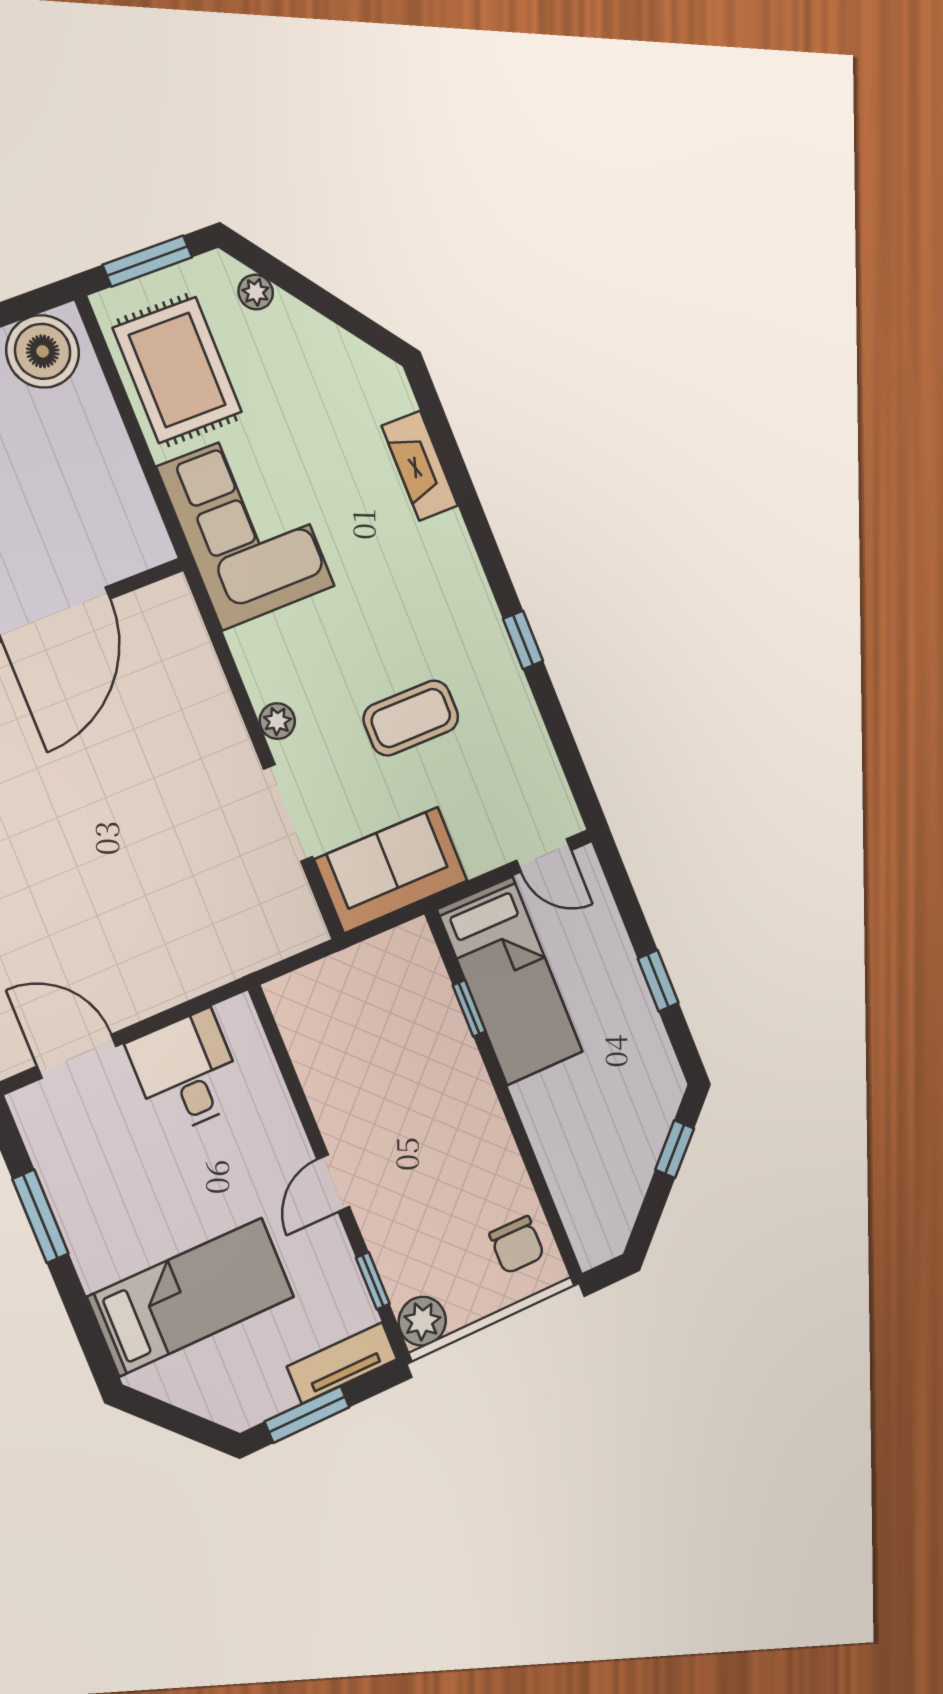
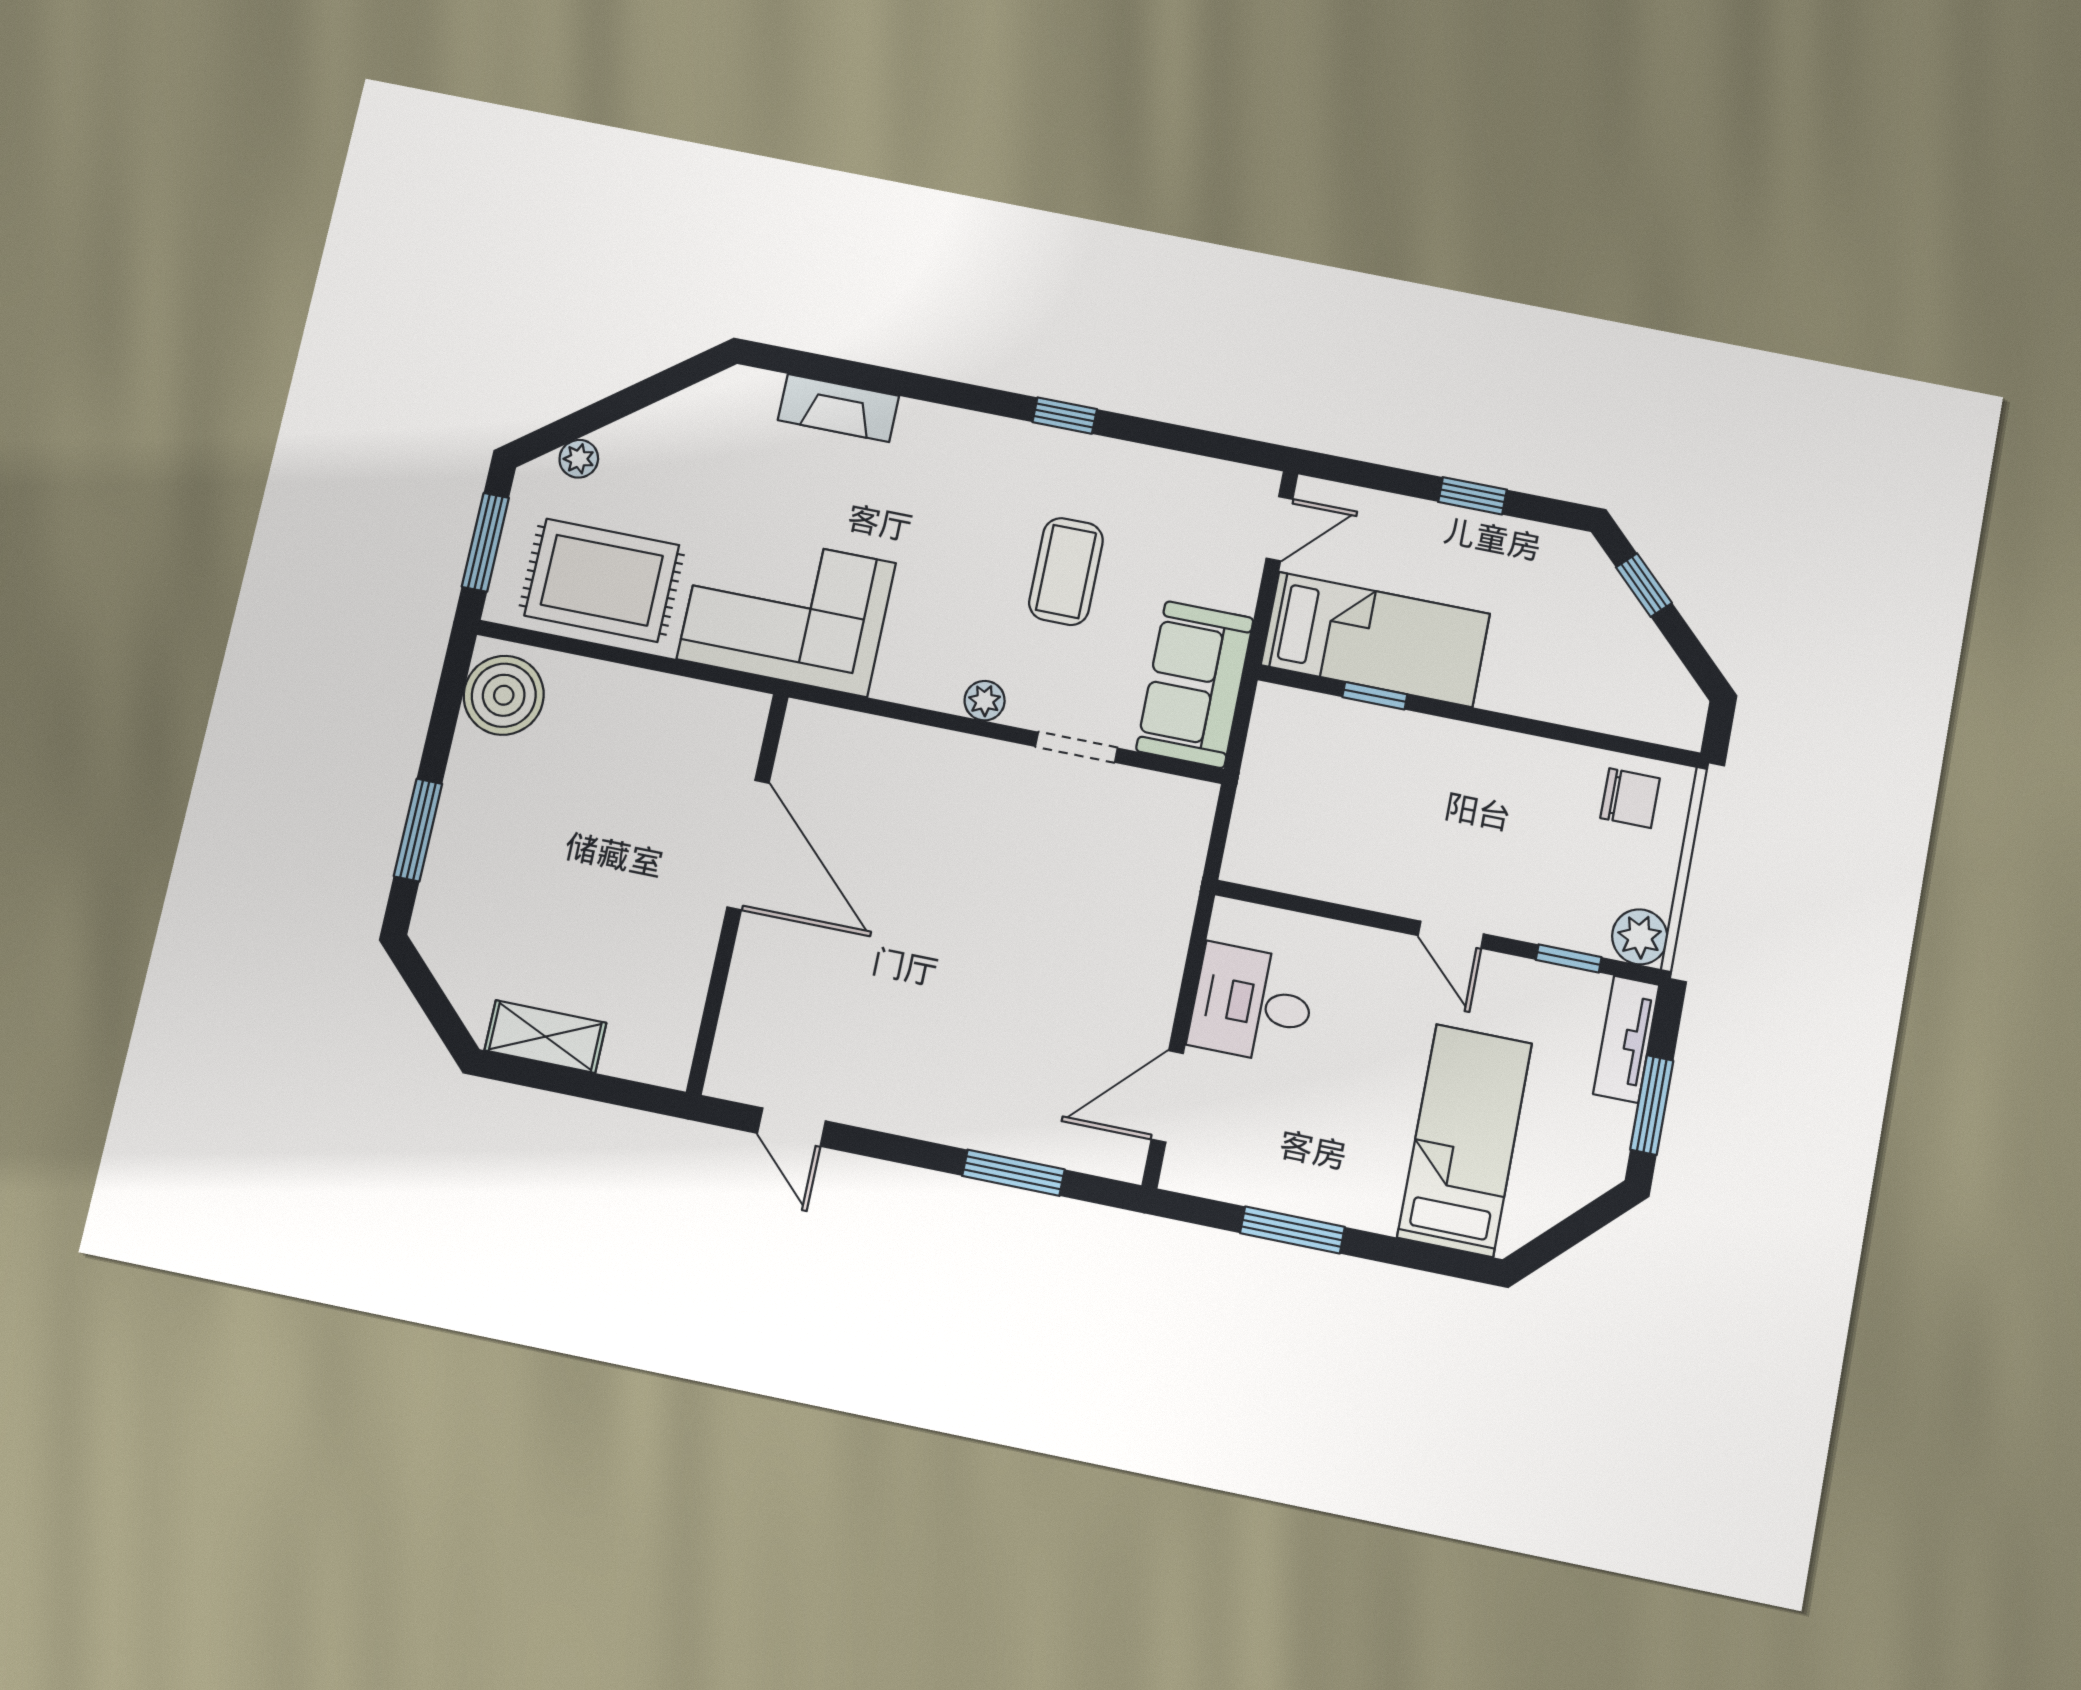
doorway: (288, 813) -> (1076, 747), width x0.73

